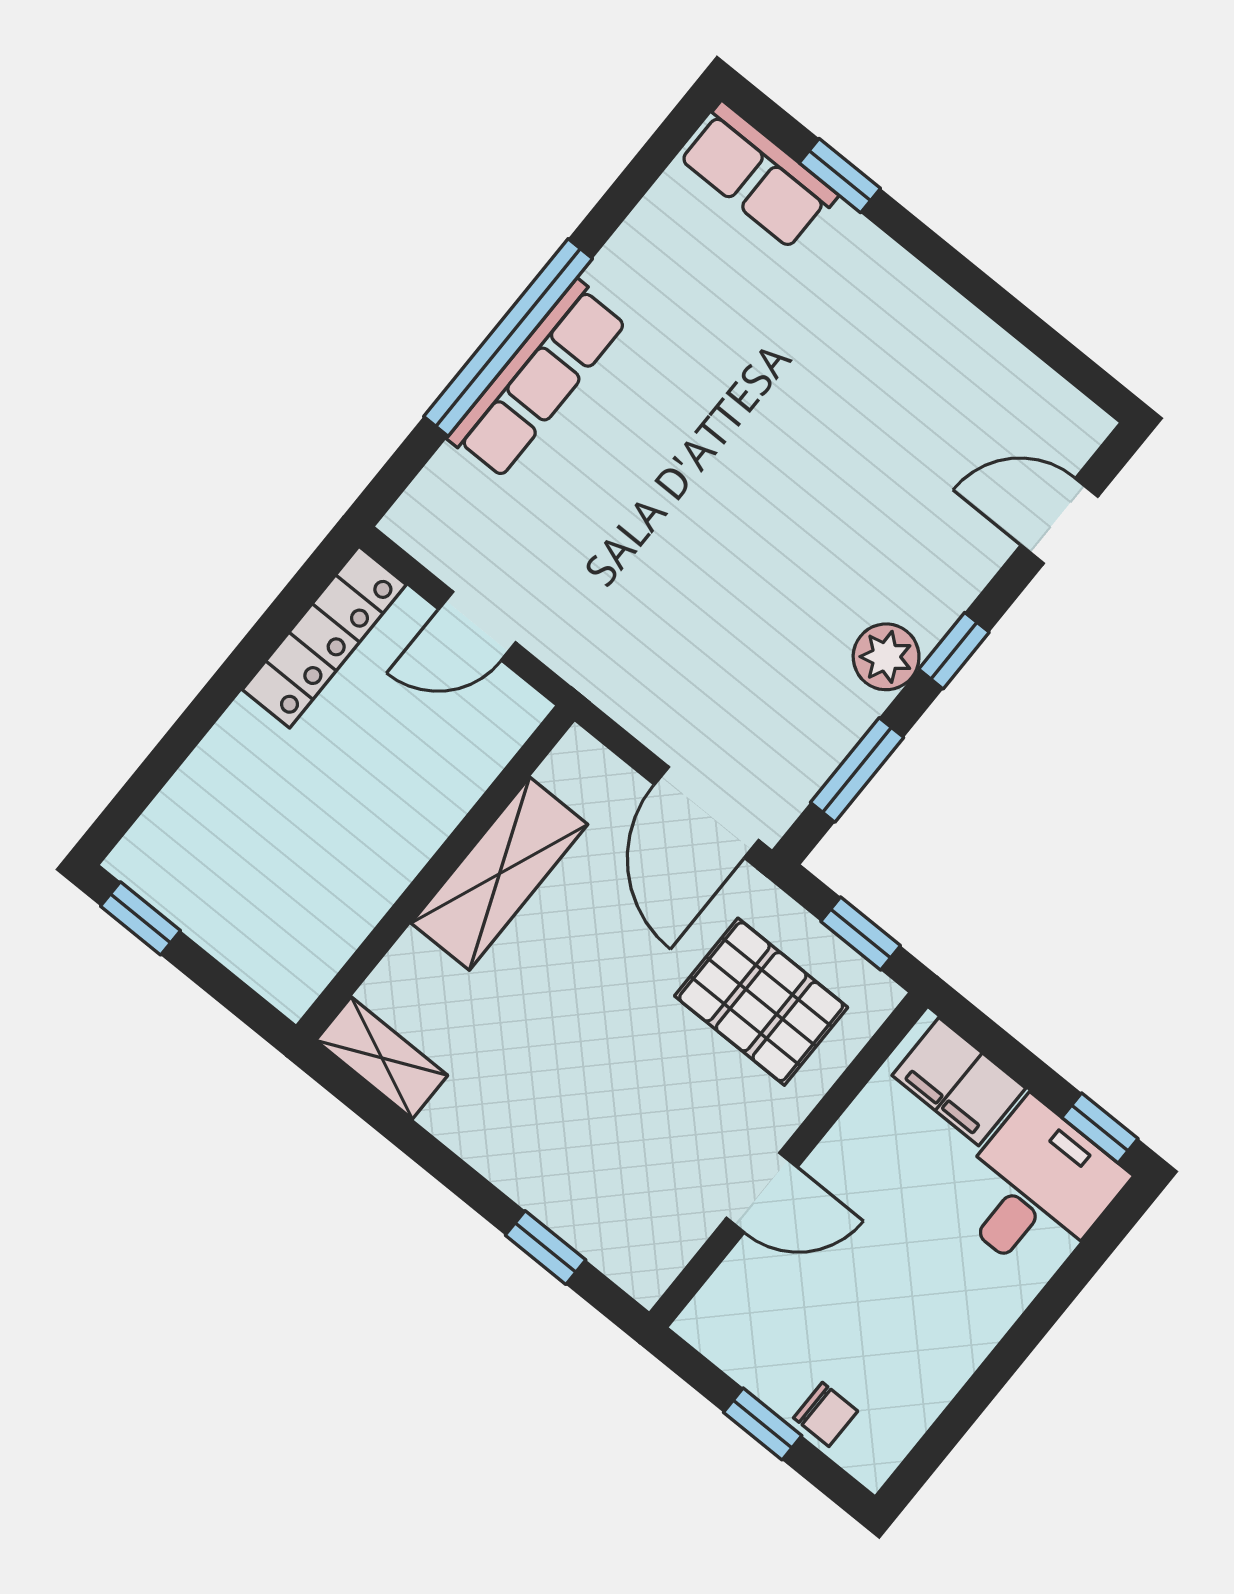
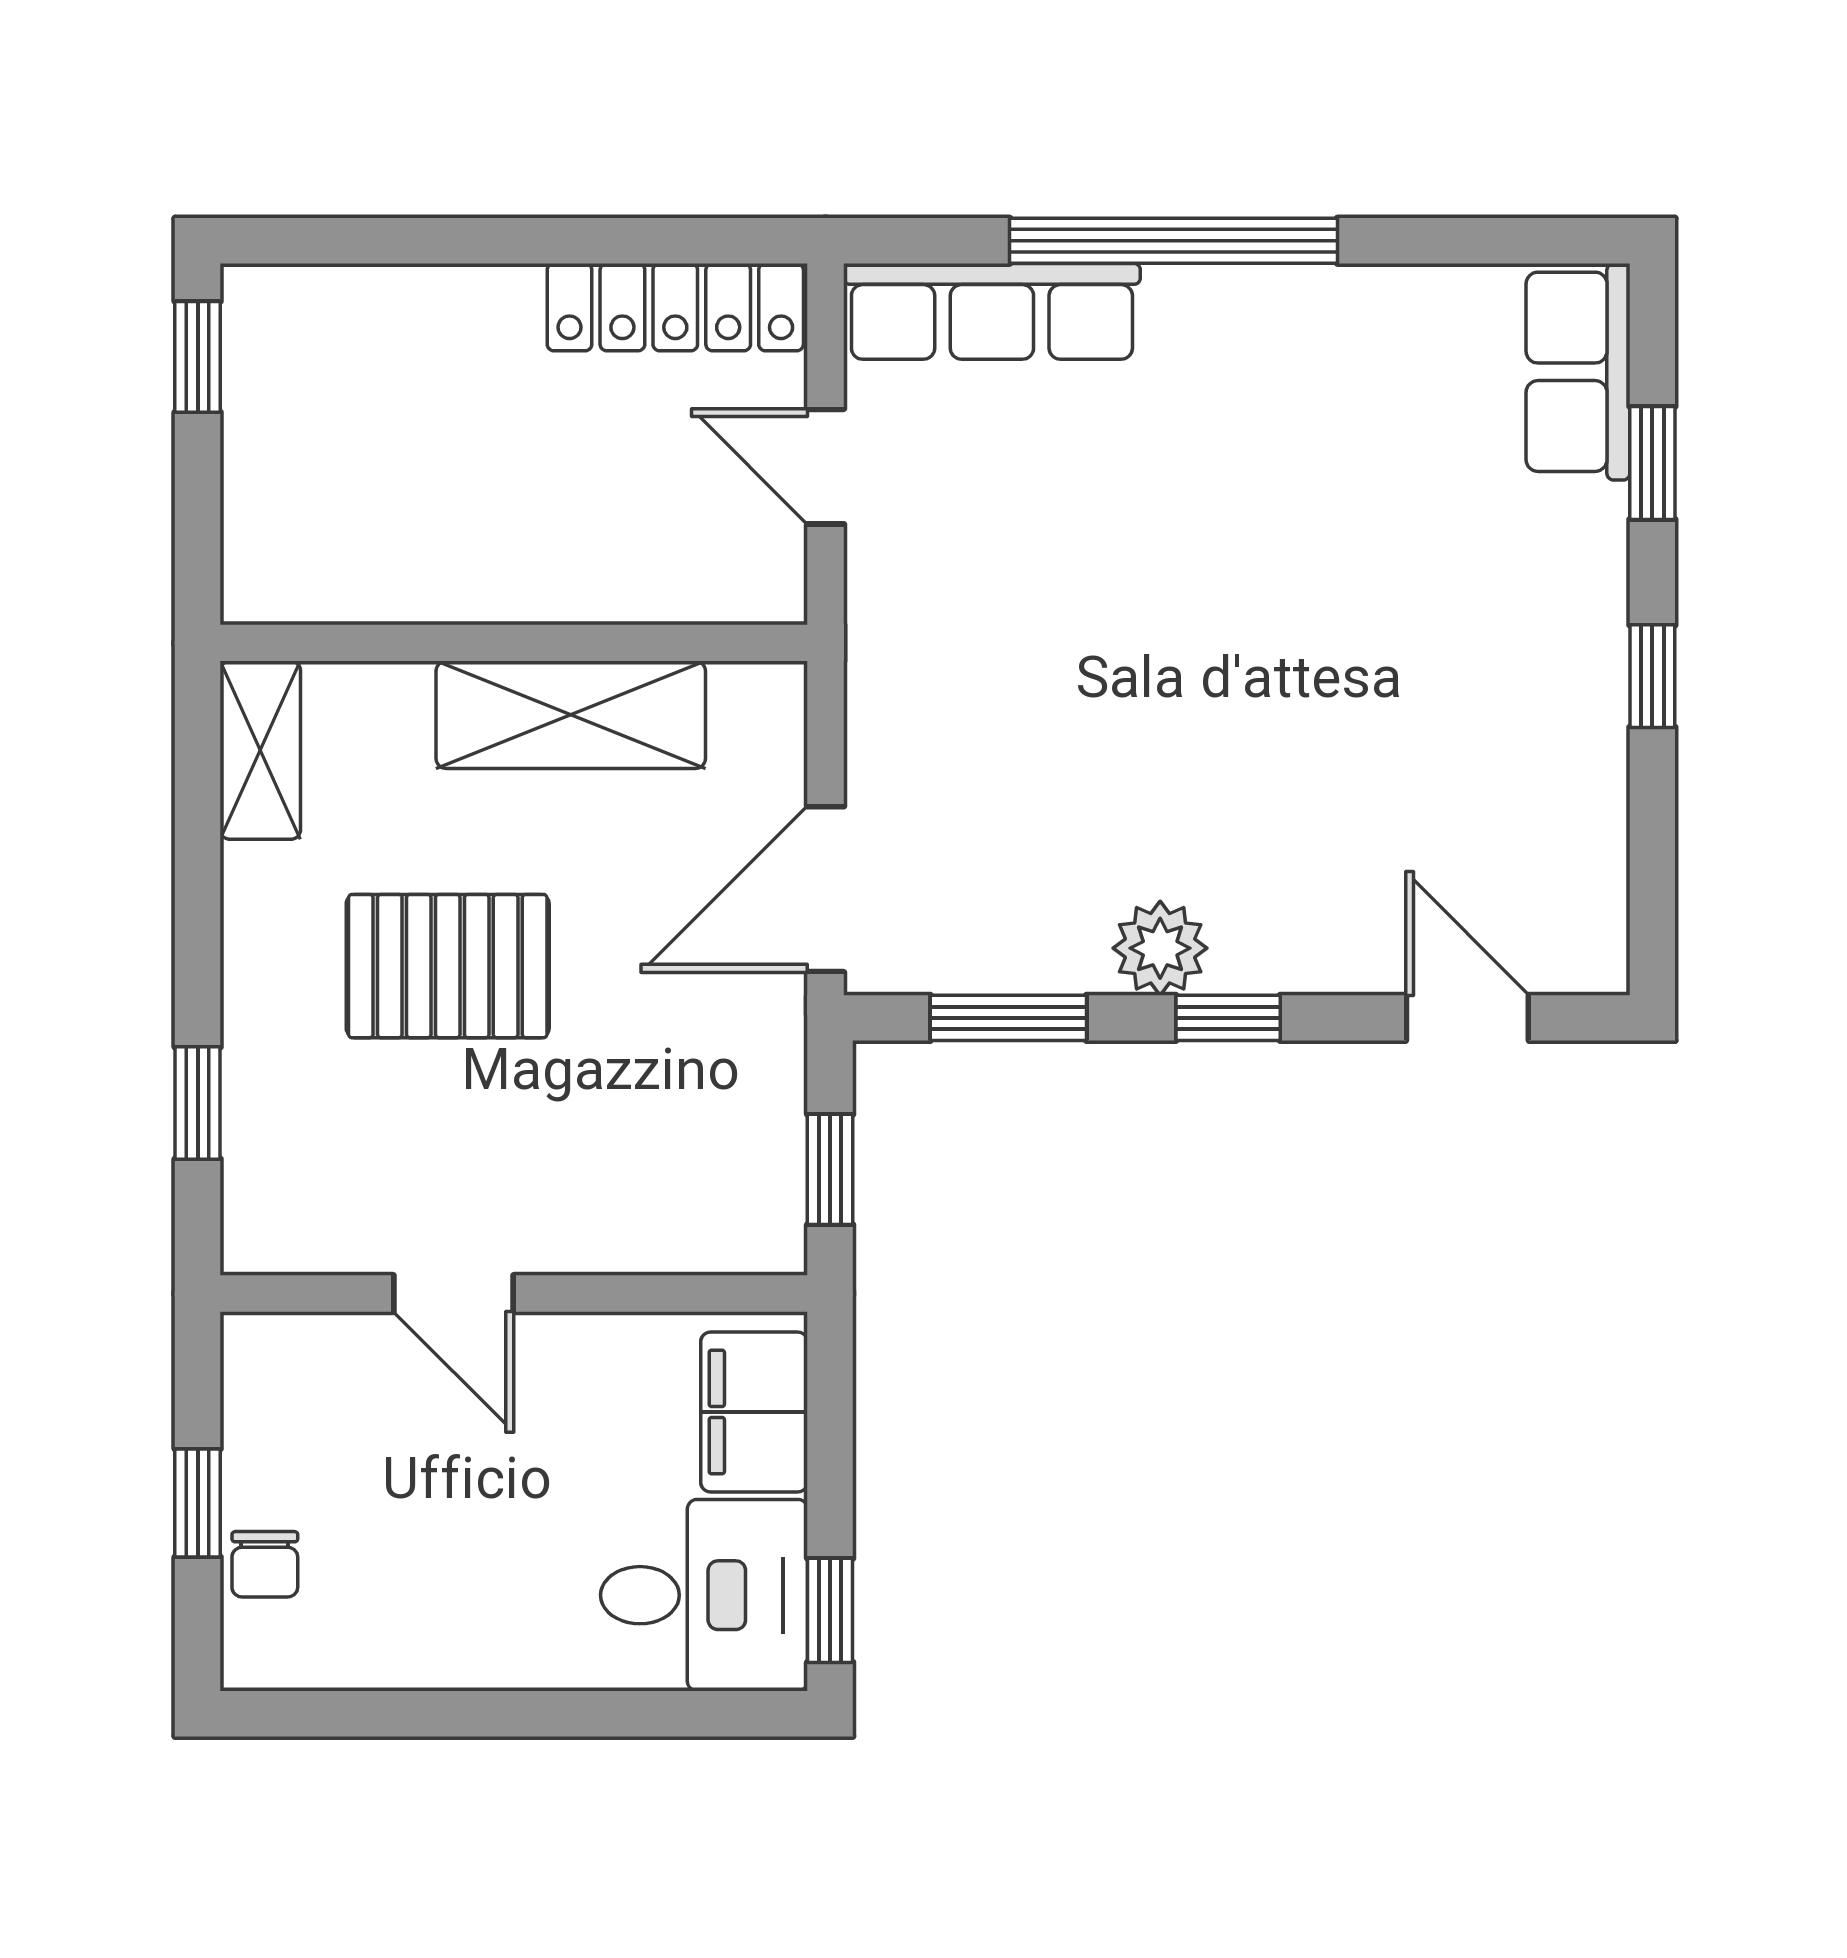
window: (956, 270) -> (1652, 676), added
row of seats: (538, 379) -> (992, 311), moved
pallet: (761, 1002) -> (448, 966), moved, turned 90

